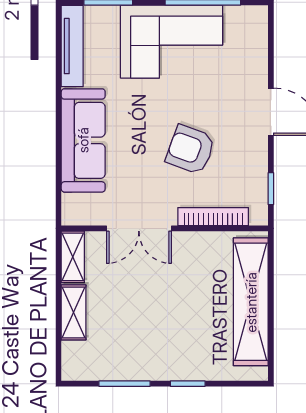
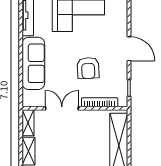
armchair: (190, 150) -> (88, 68), turned -113
double door: (139, 228) -> (62, 108), swing flipped

